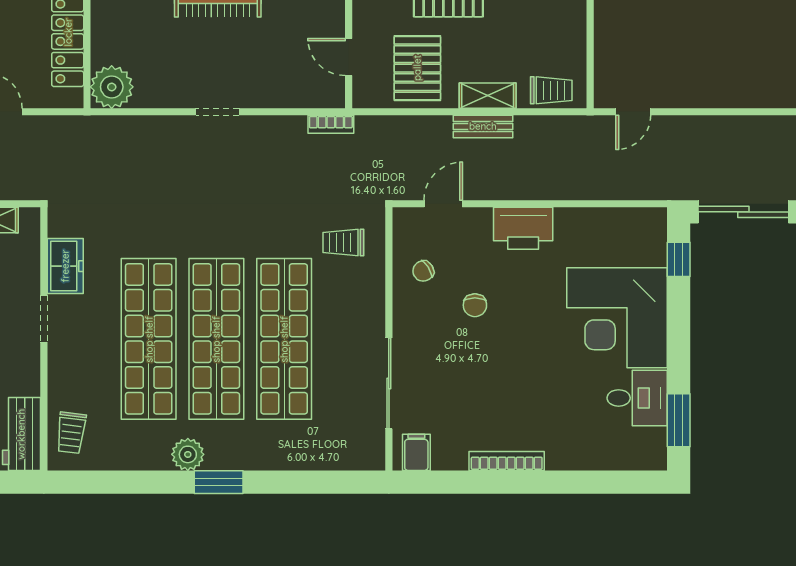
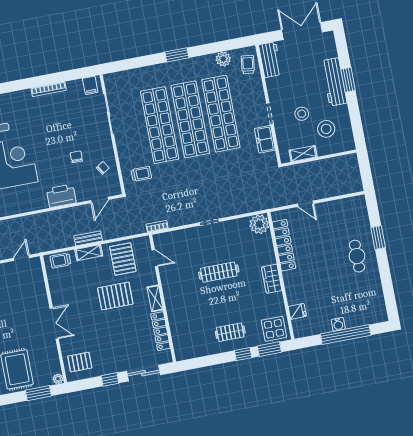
plant: (188, 454) -> (223, 59), moved

